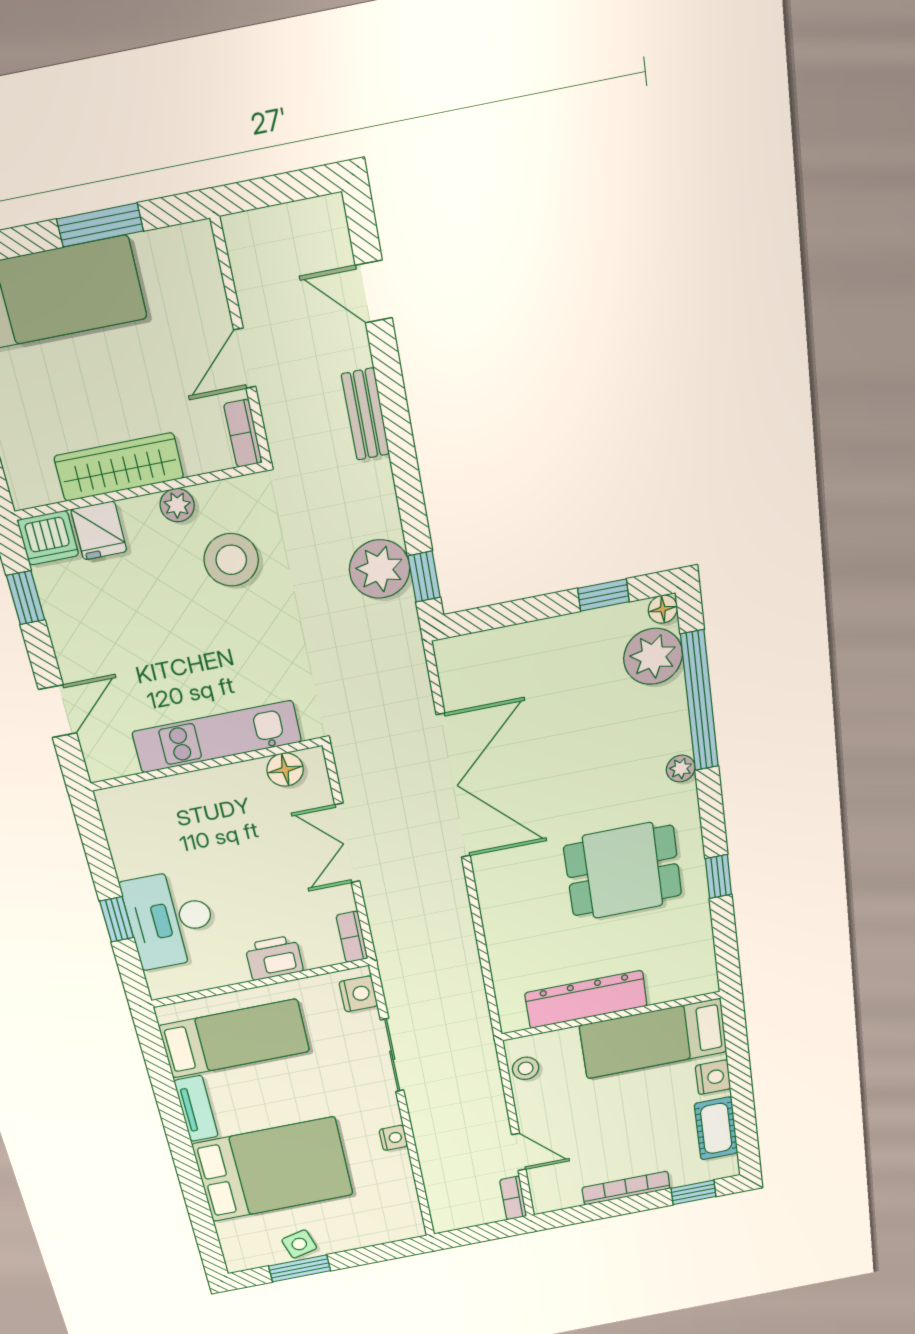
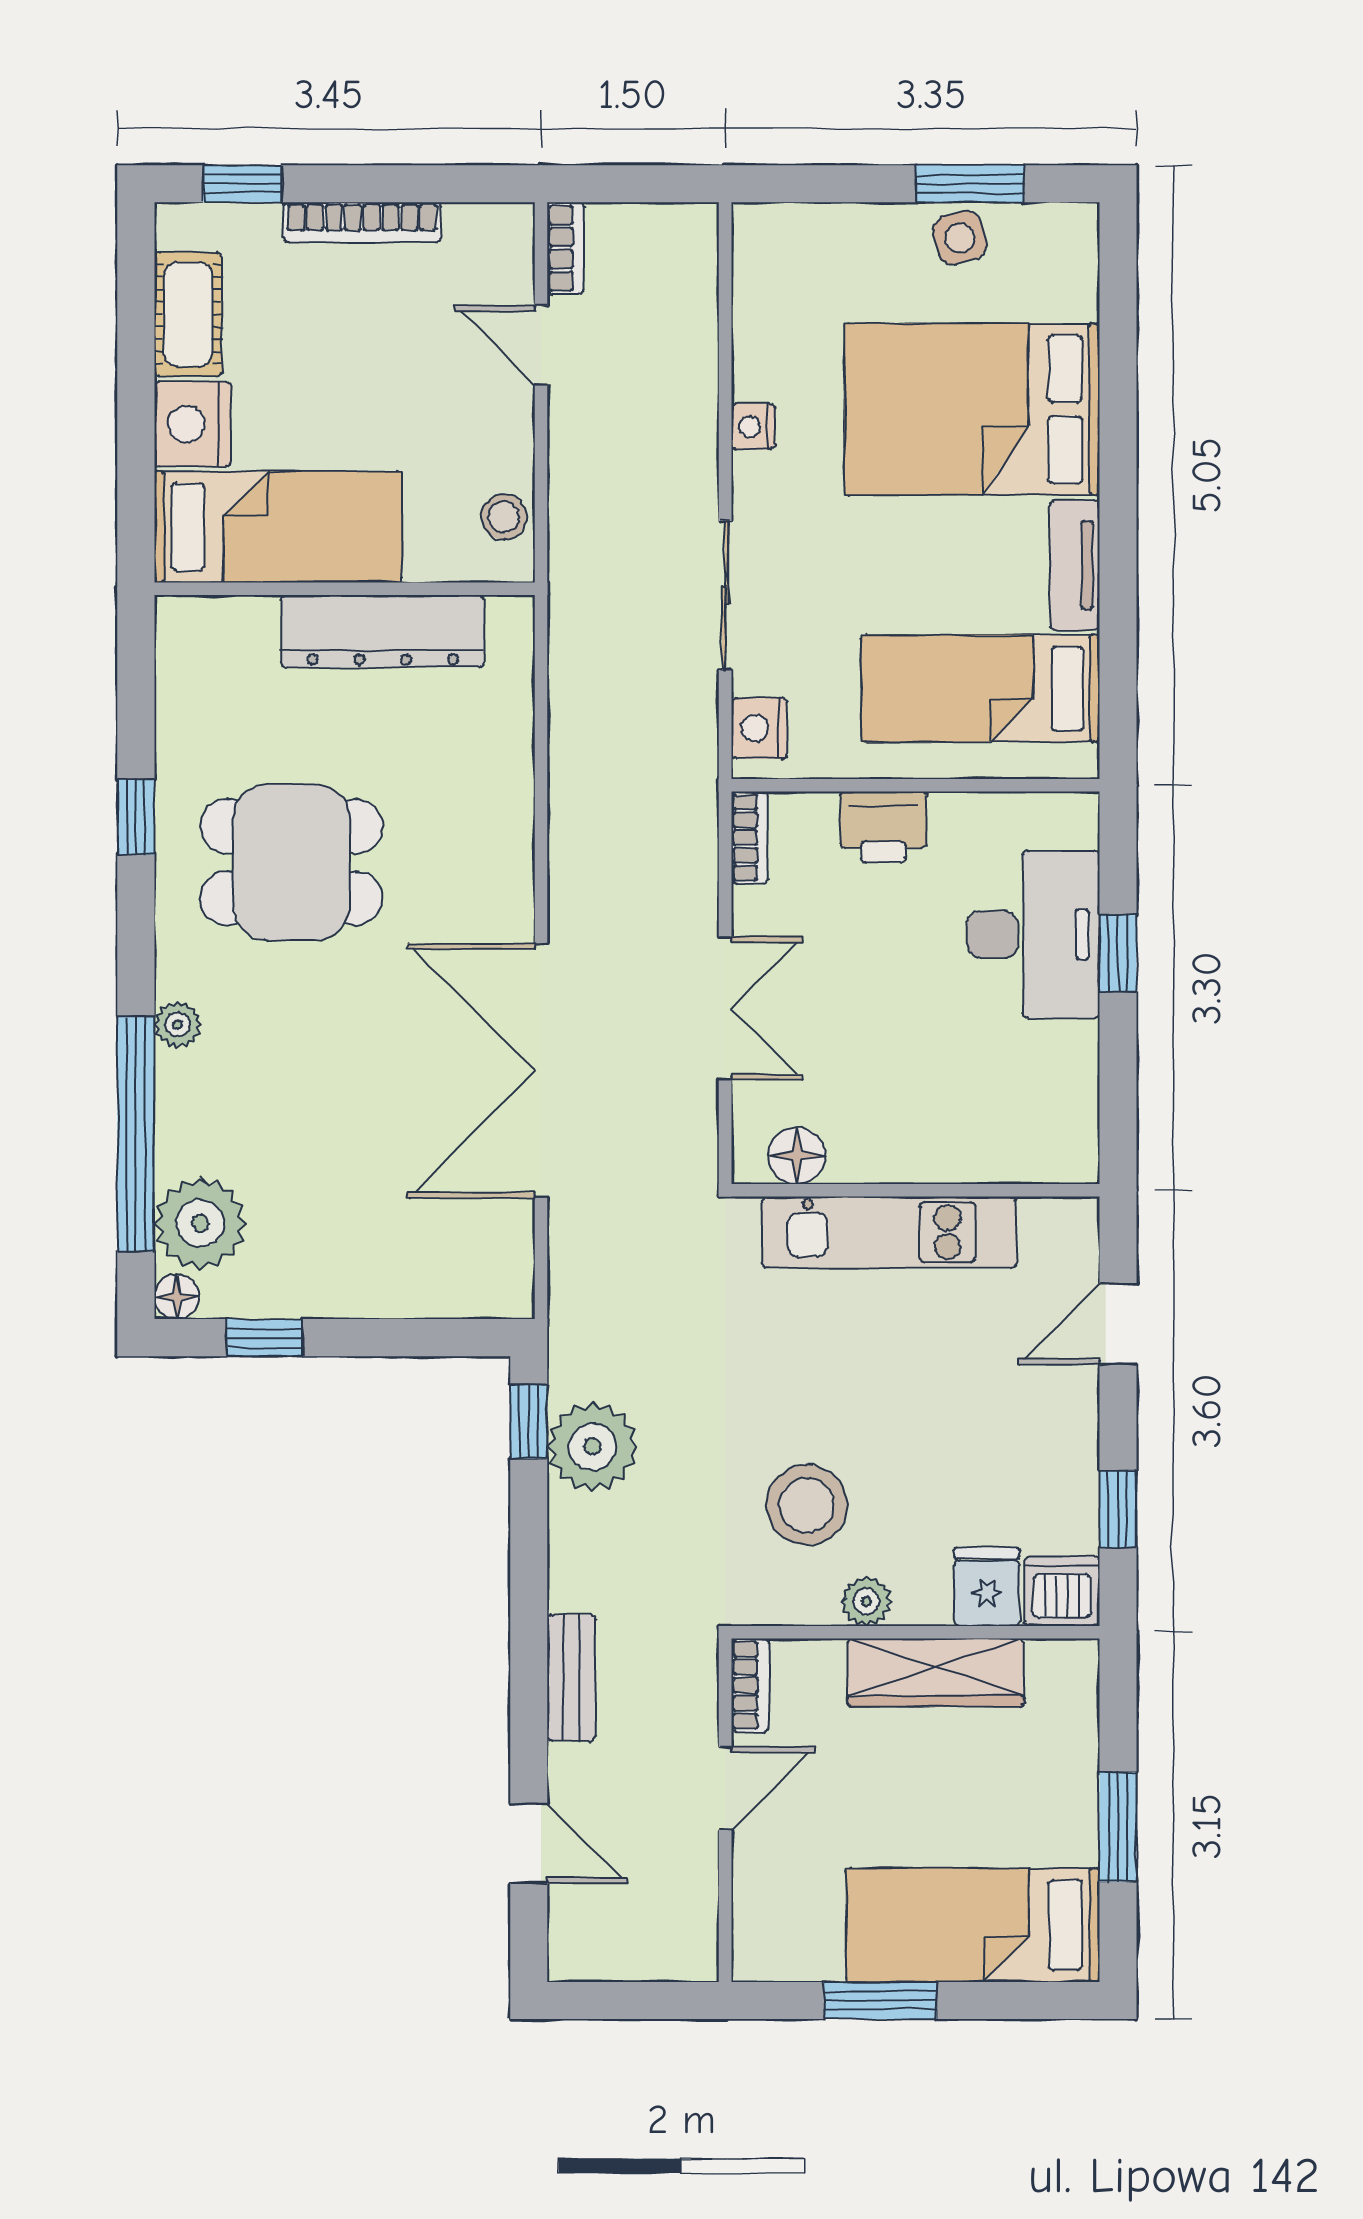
nightstand: (713, 1077) -> (193, 424), width x1.36, depth x1.33

